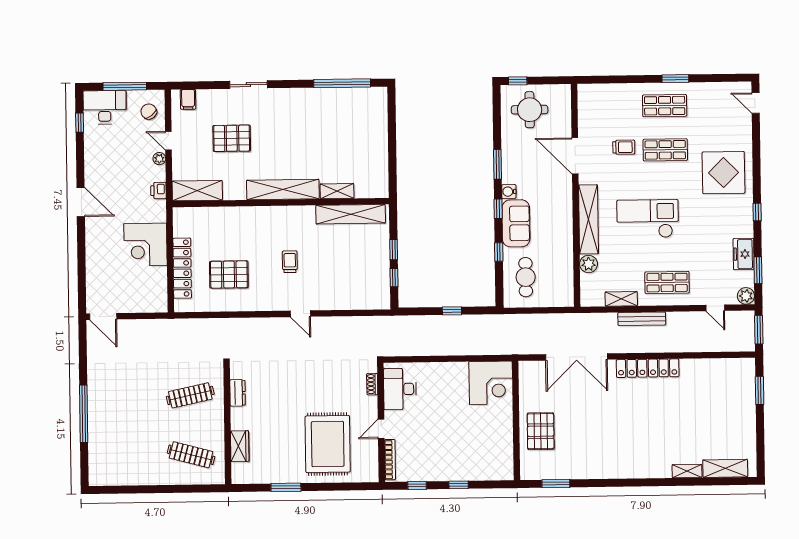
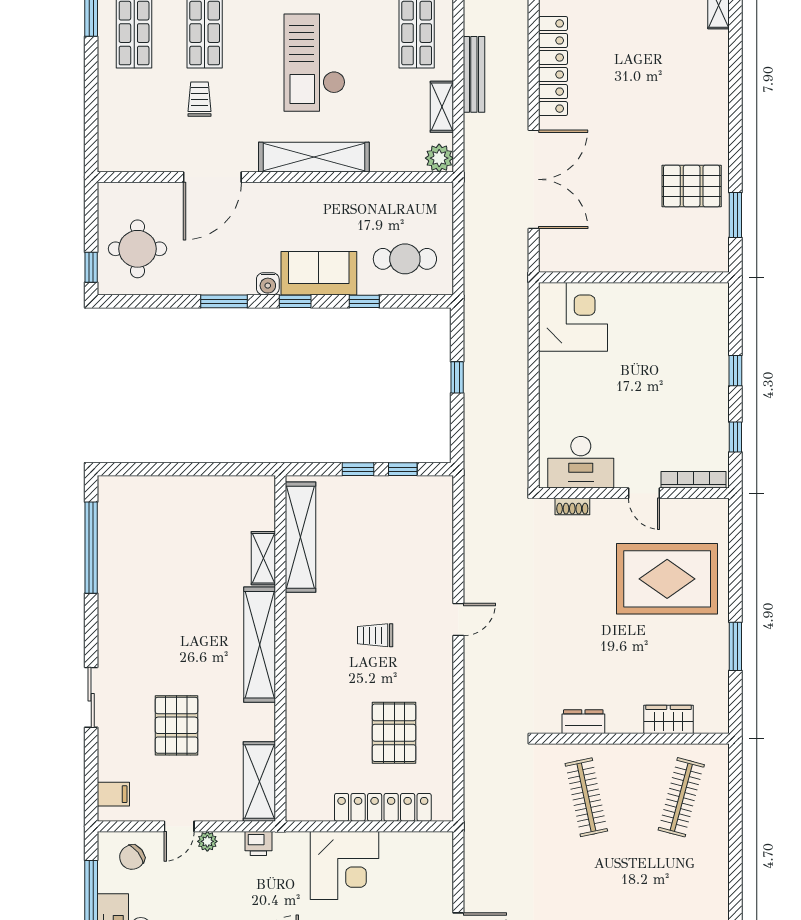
plant: (589, 264) -> (439, 158), moved
pallet: (541, 431) -> (692, 186), moved

